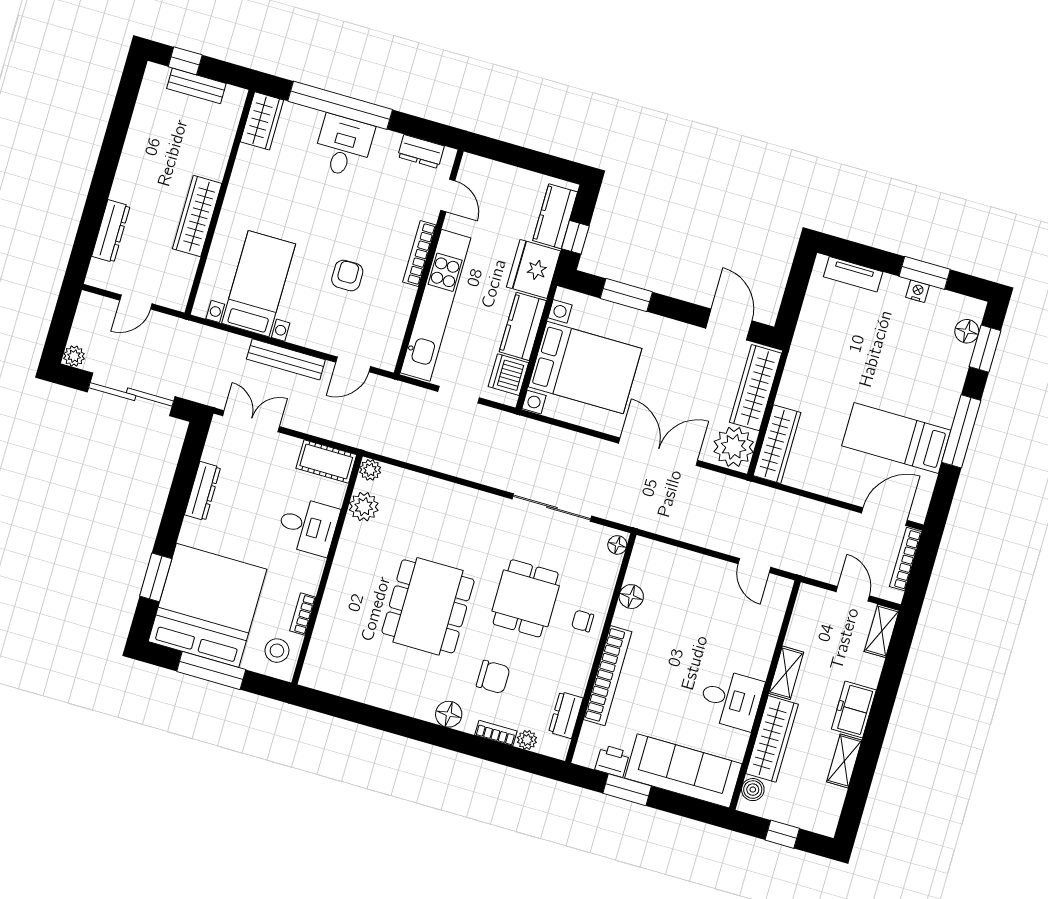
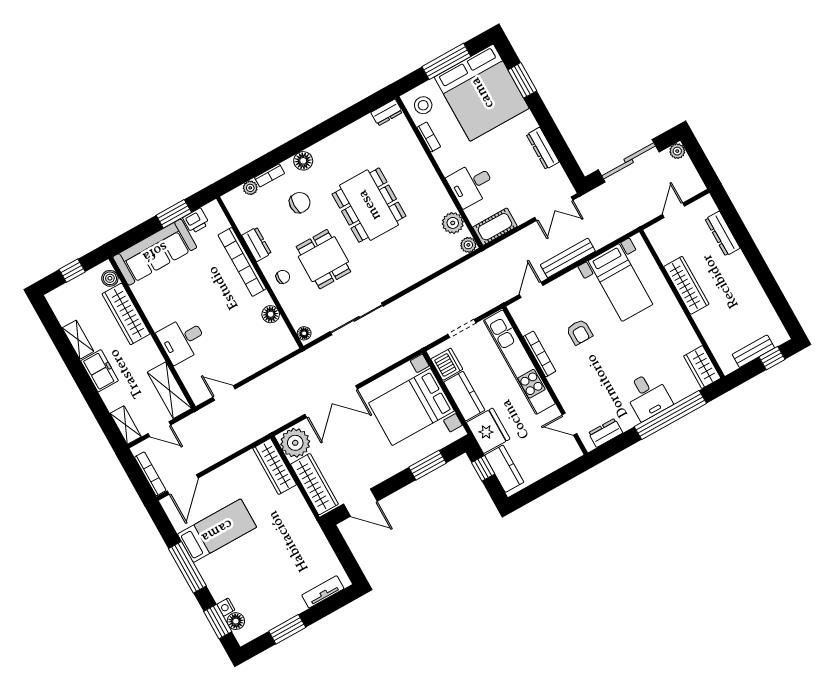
bookcase: (419, 253) -> (540, 354), moved
nightstand: (918, 291) -> (226, 607), moved, turned 90
shelving: (786, 673) -> (169, 390), moved, width x1.50, depth x1.33
chair: (493, 677) -> (300, 203), turned 180
dresser: (320, 679) -> (387, 112), added
desk: (731, 699) -> (182, 340), moved
dresser: (566, 715) -> (257, 244), moved

